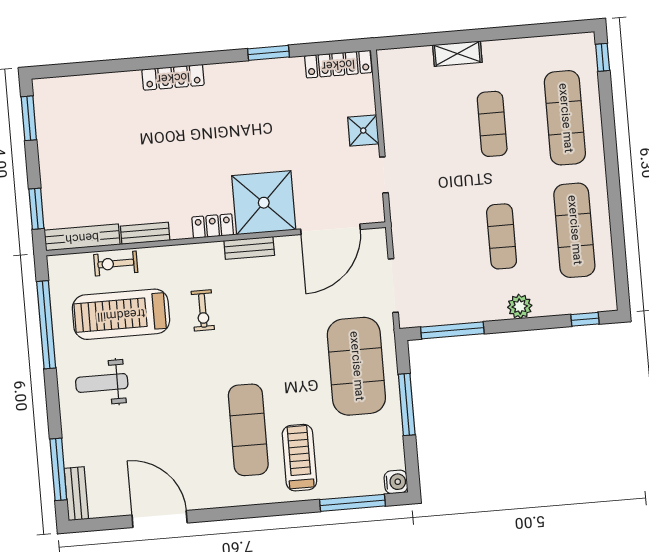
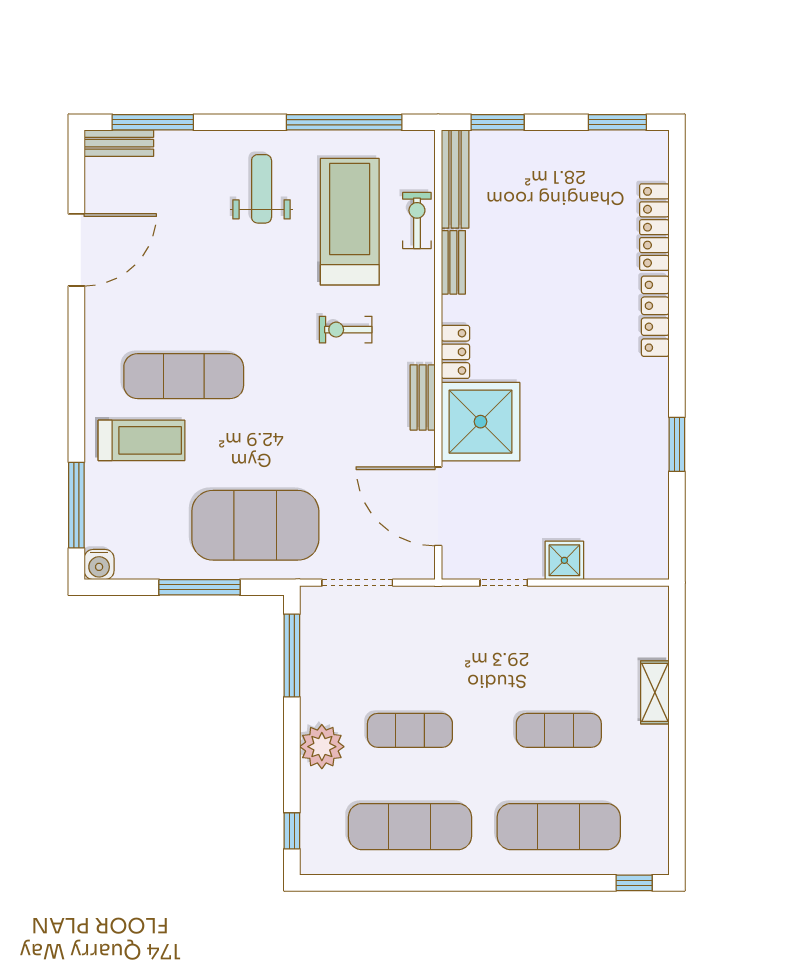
locker: (338, 64) -> (654, 227), moved
plant: (520, 306) -> (322, 747), width x1.36, depth x1.36

